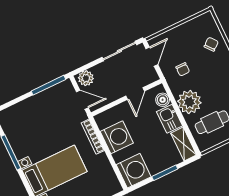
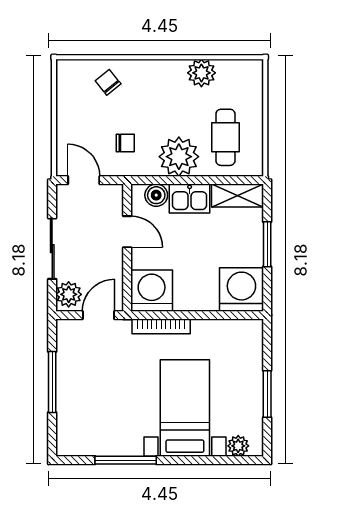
sliding door: (119, 51) -> (52, 249), moved
window: (48, 85) -> (52, 382), moved
washing machine: (117, 137) -> (152, 291), moved

